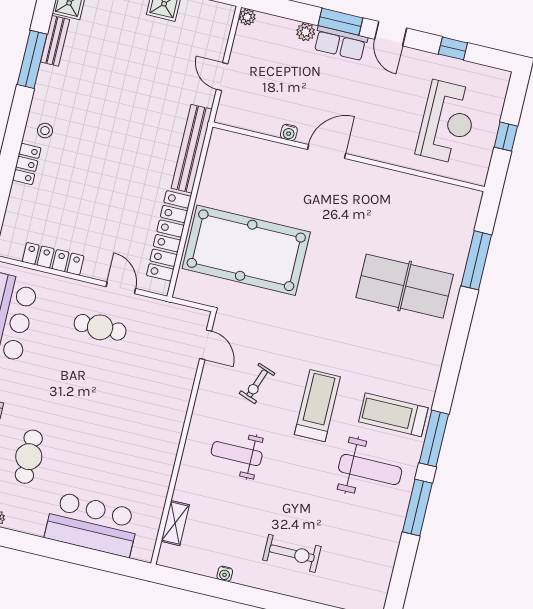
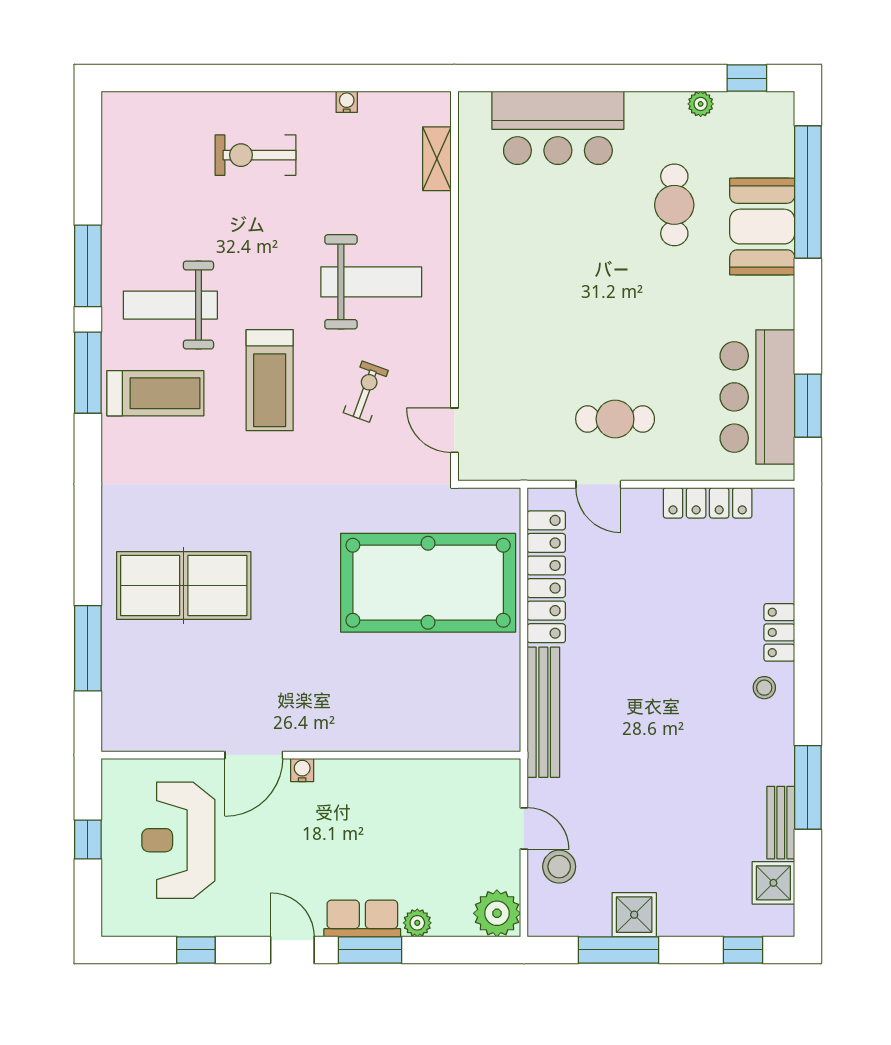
plant: (247, 17) -> (497, 913), width x1.88, depth x1.88
stool: (205, 46) -> (559, 867), added
water cooler: (289, 132) -> (302, 770), moved
door: (327, 152) -> (254, 755), moved
weight bench: (237, 454) -> (371, 282), width x1.36, depth x1.33

